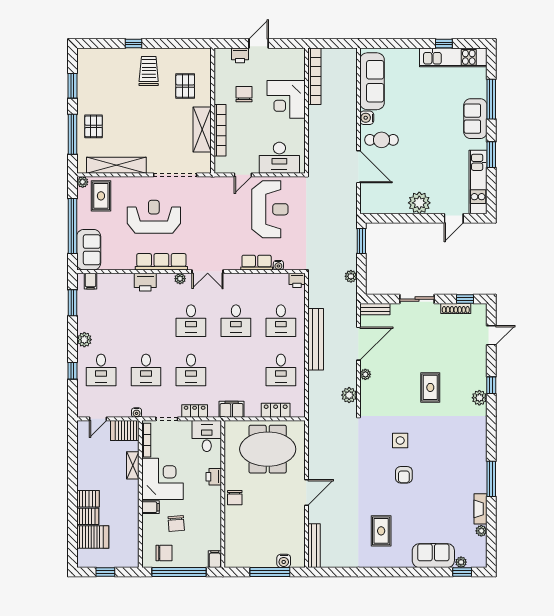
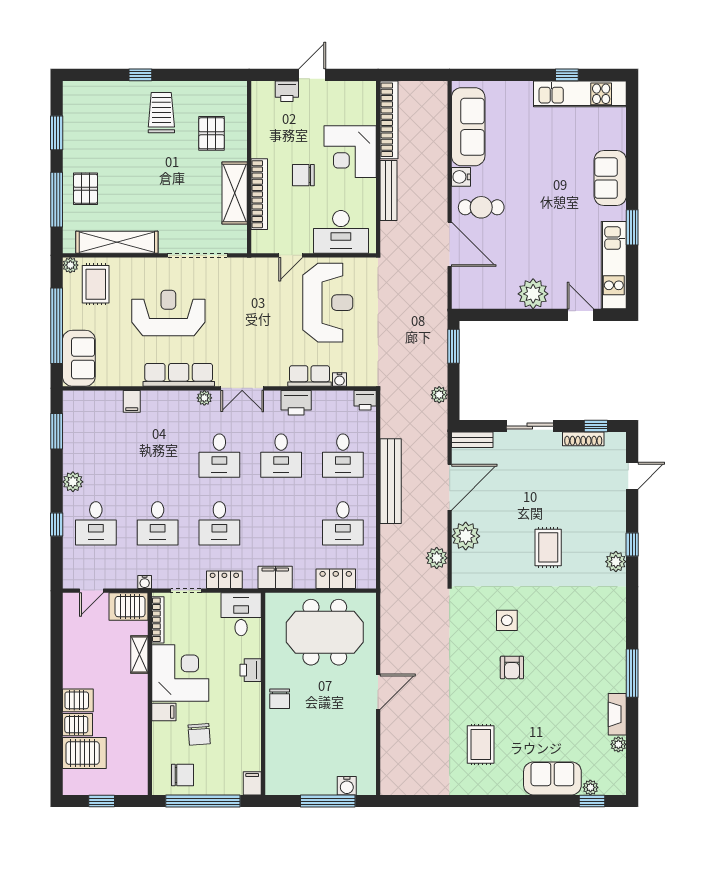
chair: (244, 94) -> (303, 175), moved, turned -90
window: (491, 99) -> (632, 151), removed
door: (454, 218) -> (580, 315), swing flipped
filing cabinet: (91, 281) -> (132, 401), moved
printer: (145, 282) -> (296, 403), moved
plant: (365, 374) -> (466, 536), width x1.88, depth x1.88
bench: (314, 546) -> (389, 191), moved

